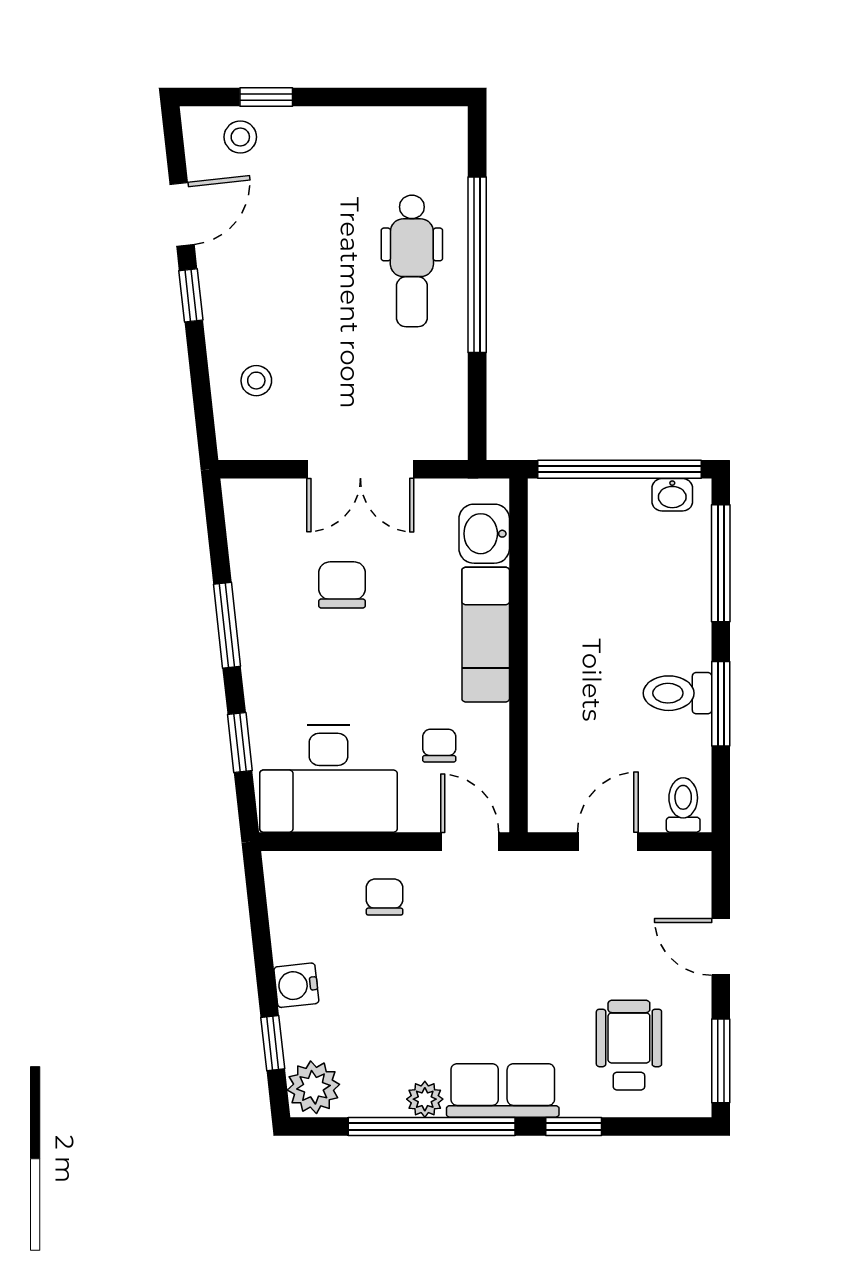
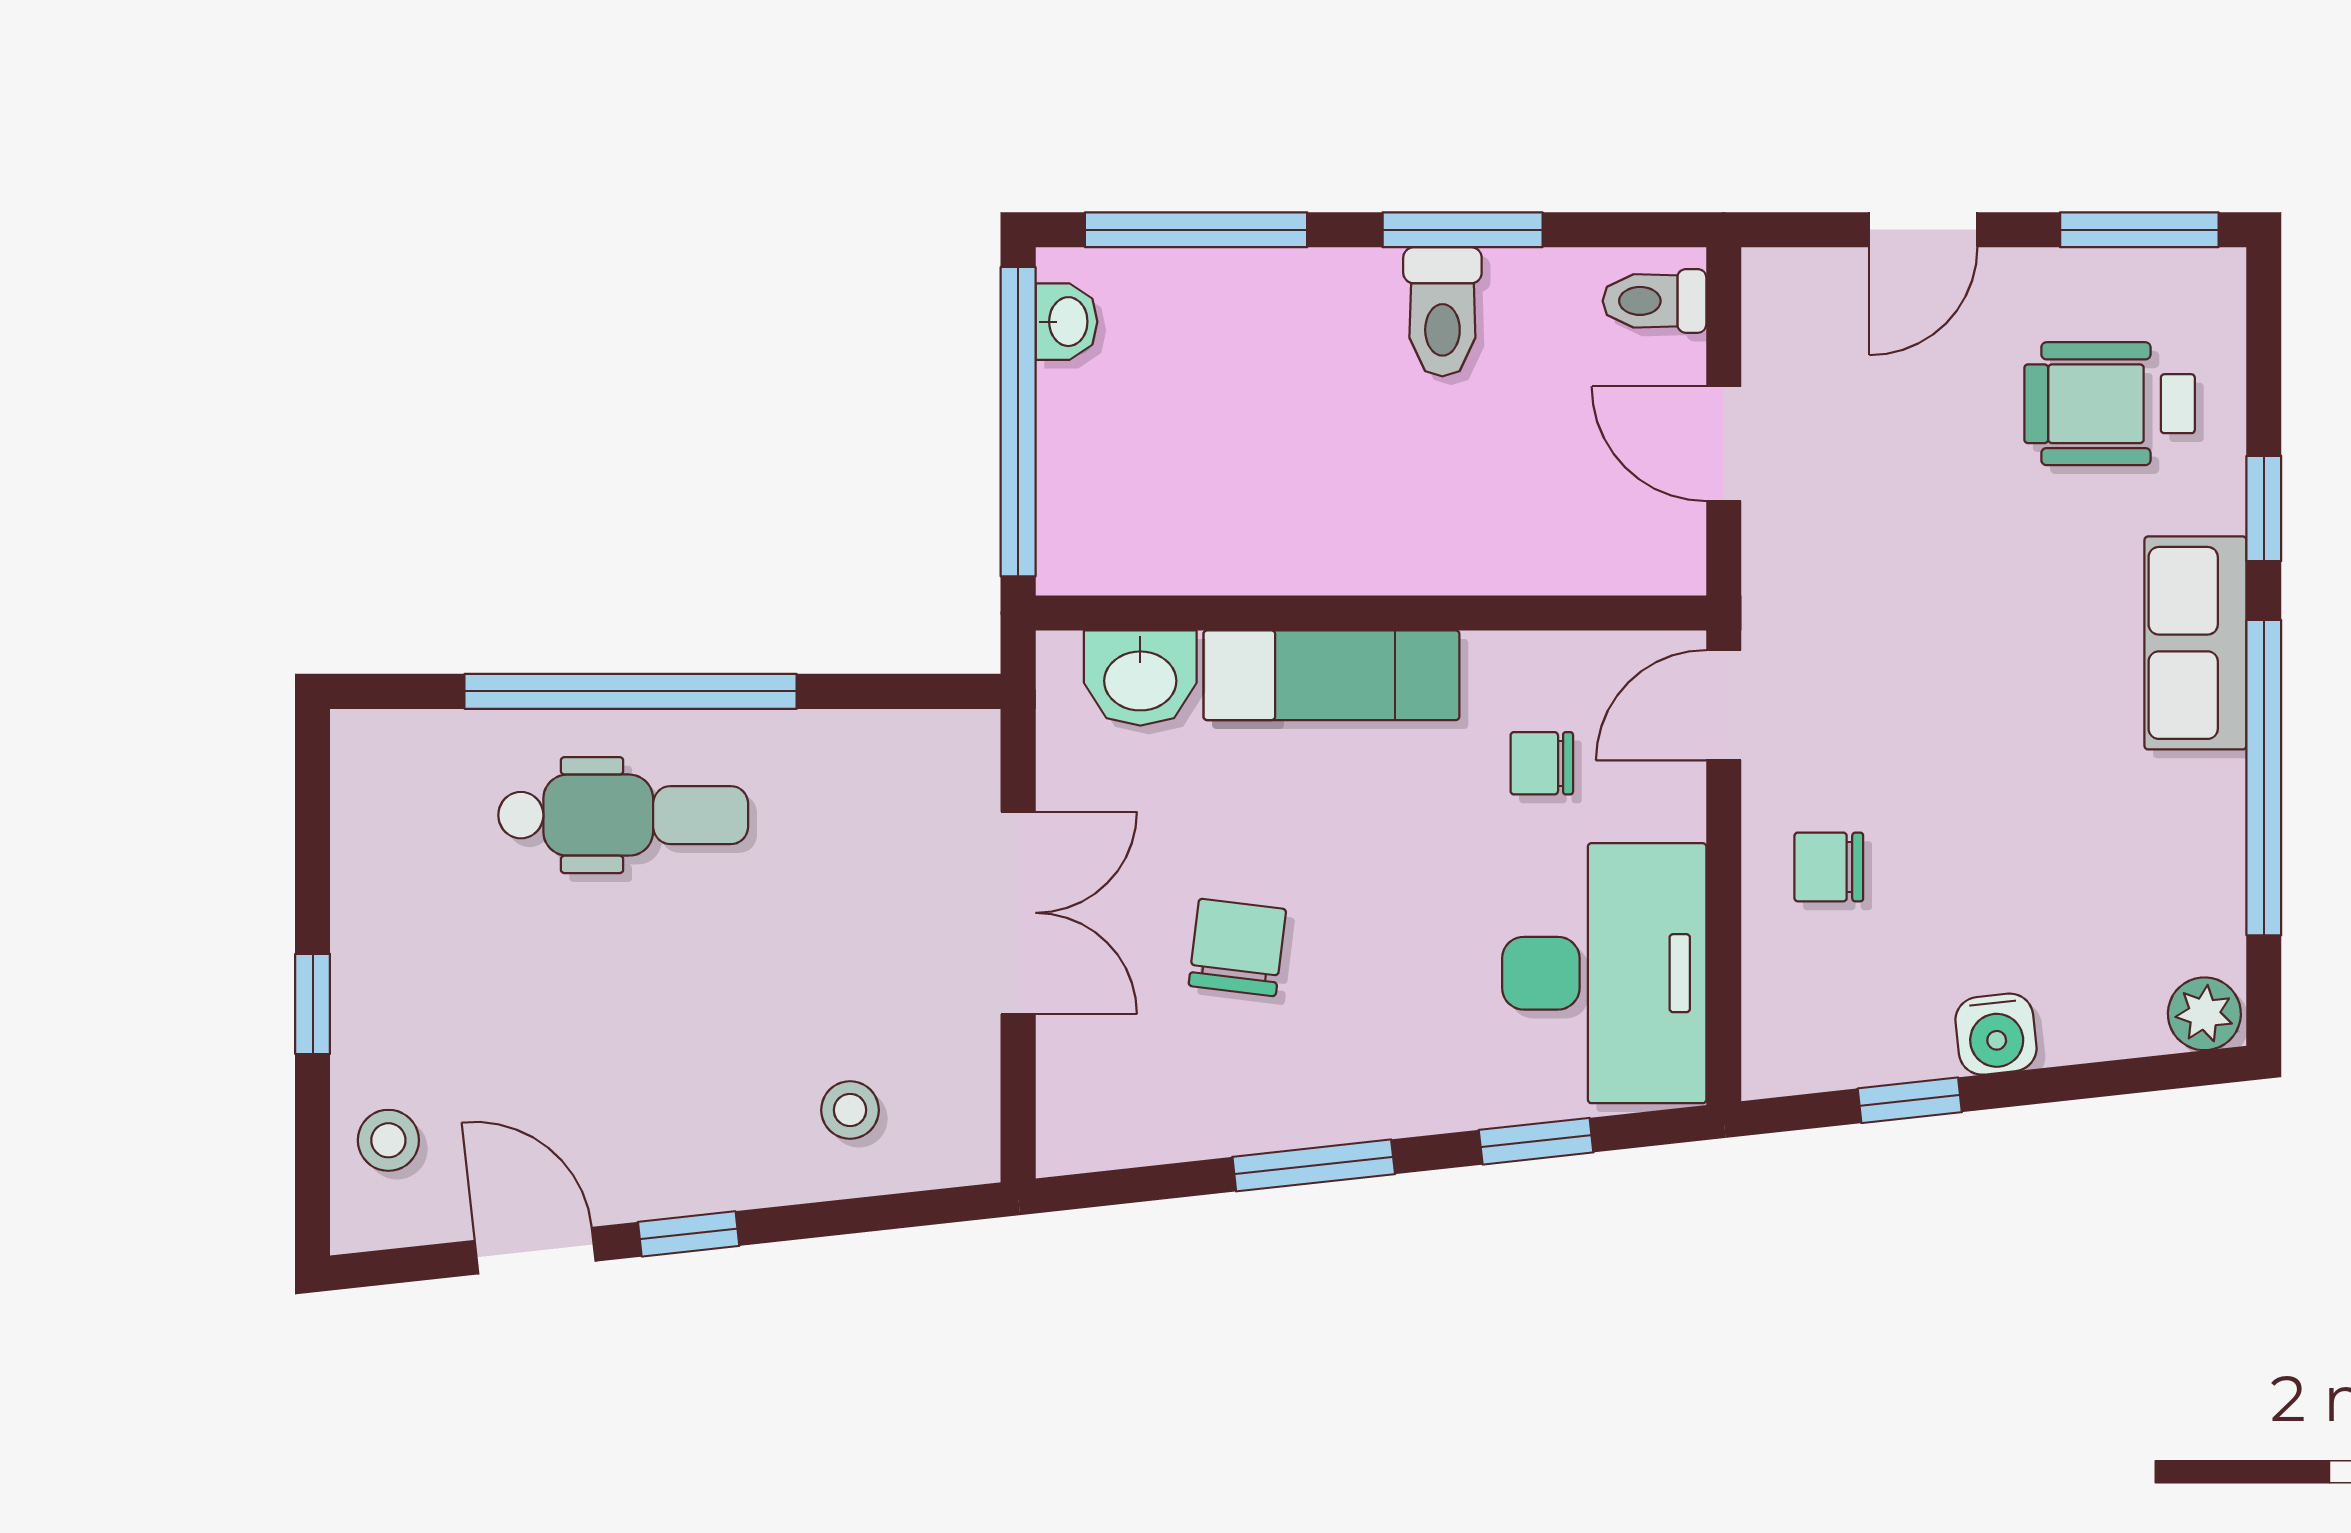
window: (266, 97) -> (313, 1004), moved
chair: (342, 585) -> (1237, 948), turned 97
window: (273, 1043) -> (1910, 1100), moved
plant: (313, 1087) -> (2204, 1014), width x0.73, depth x0.73
plant: (425, 1099) -> (2212, 791), removed

